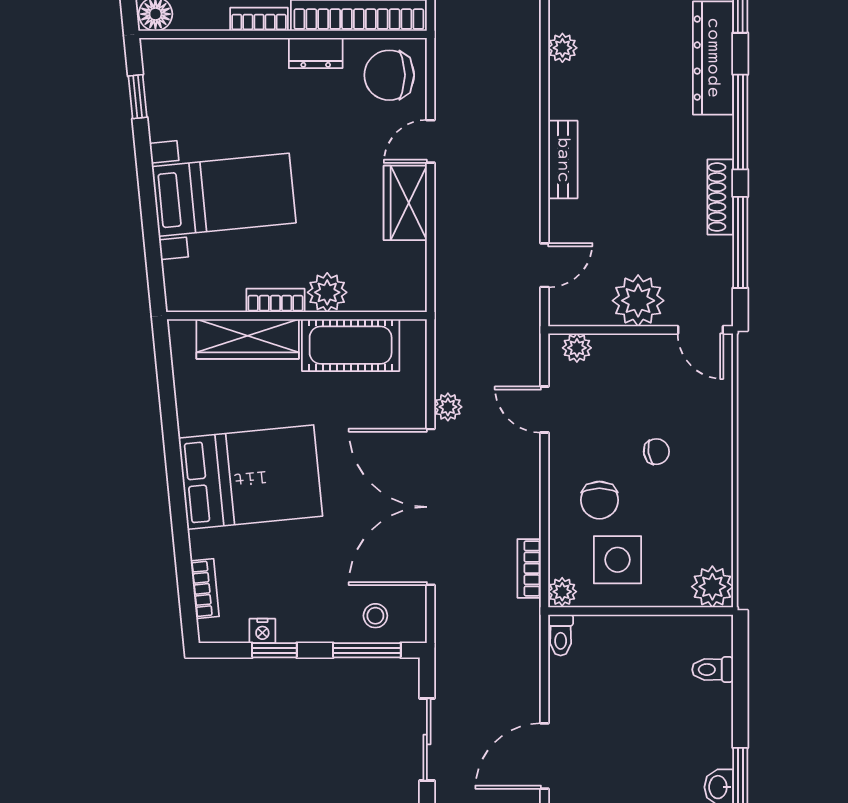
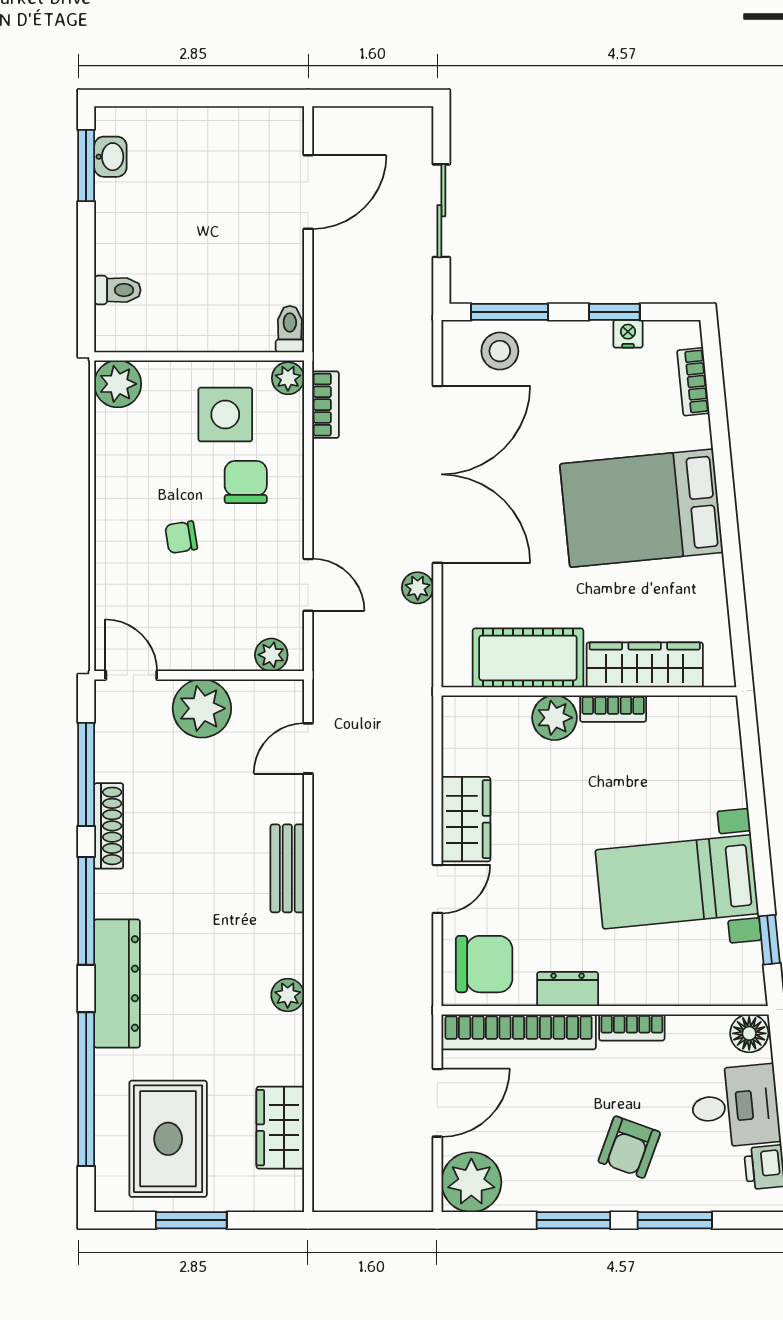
bed with nightstands: (224, 195) -> (677, 882), moved
stool: (375, 616) -> (500, 351), width x1.37, depth x1.37

